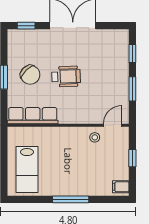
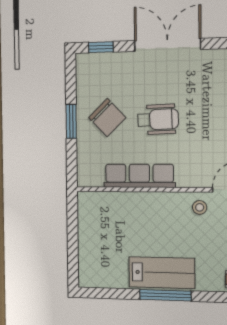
row of seats: (33, 116) -> (139, 176), moved
lab bench: (27, 170) -> (162, 273), moved, turned -90

